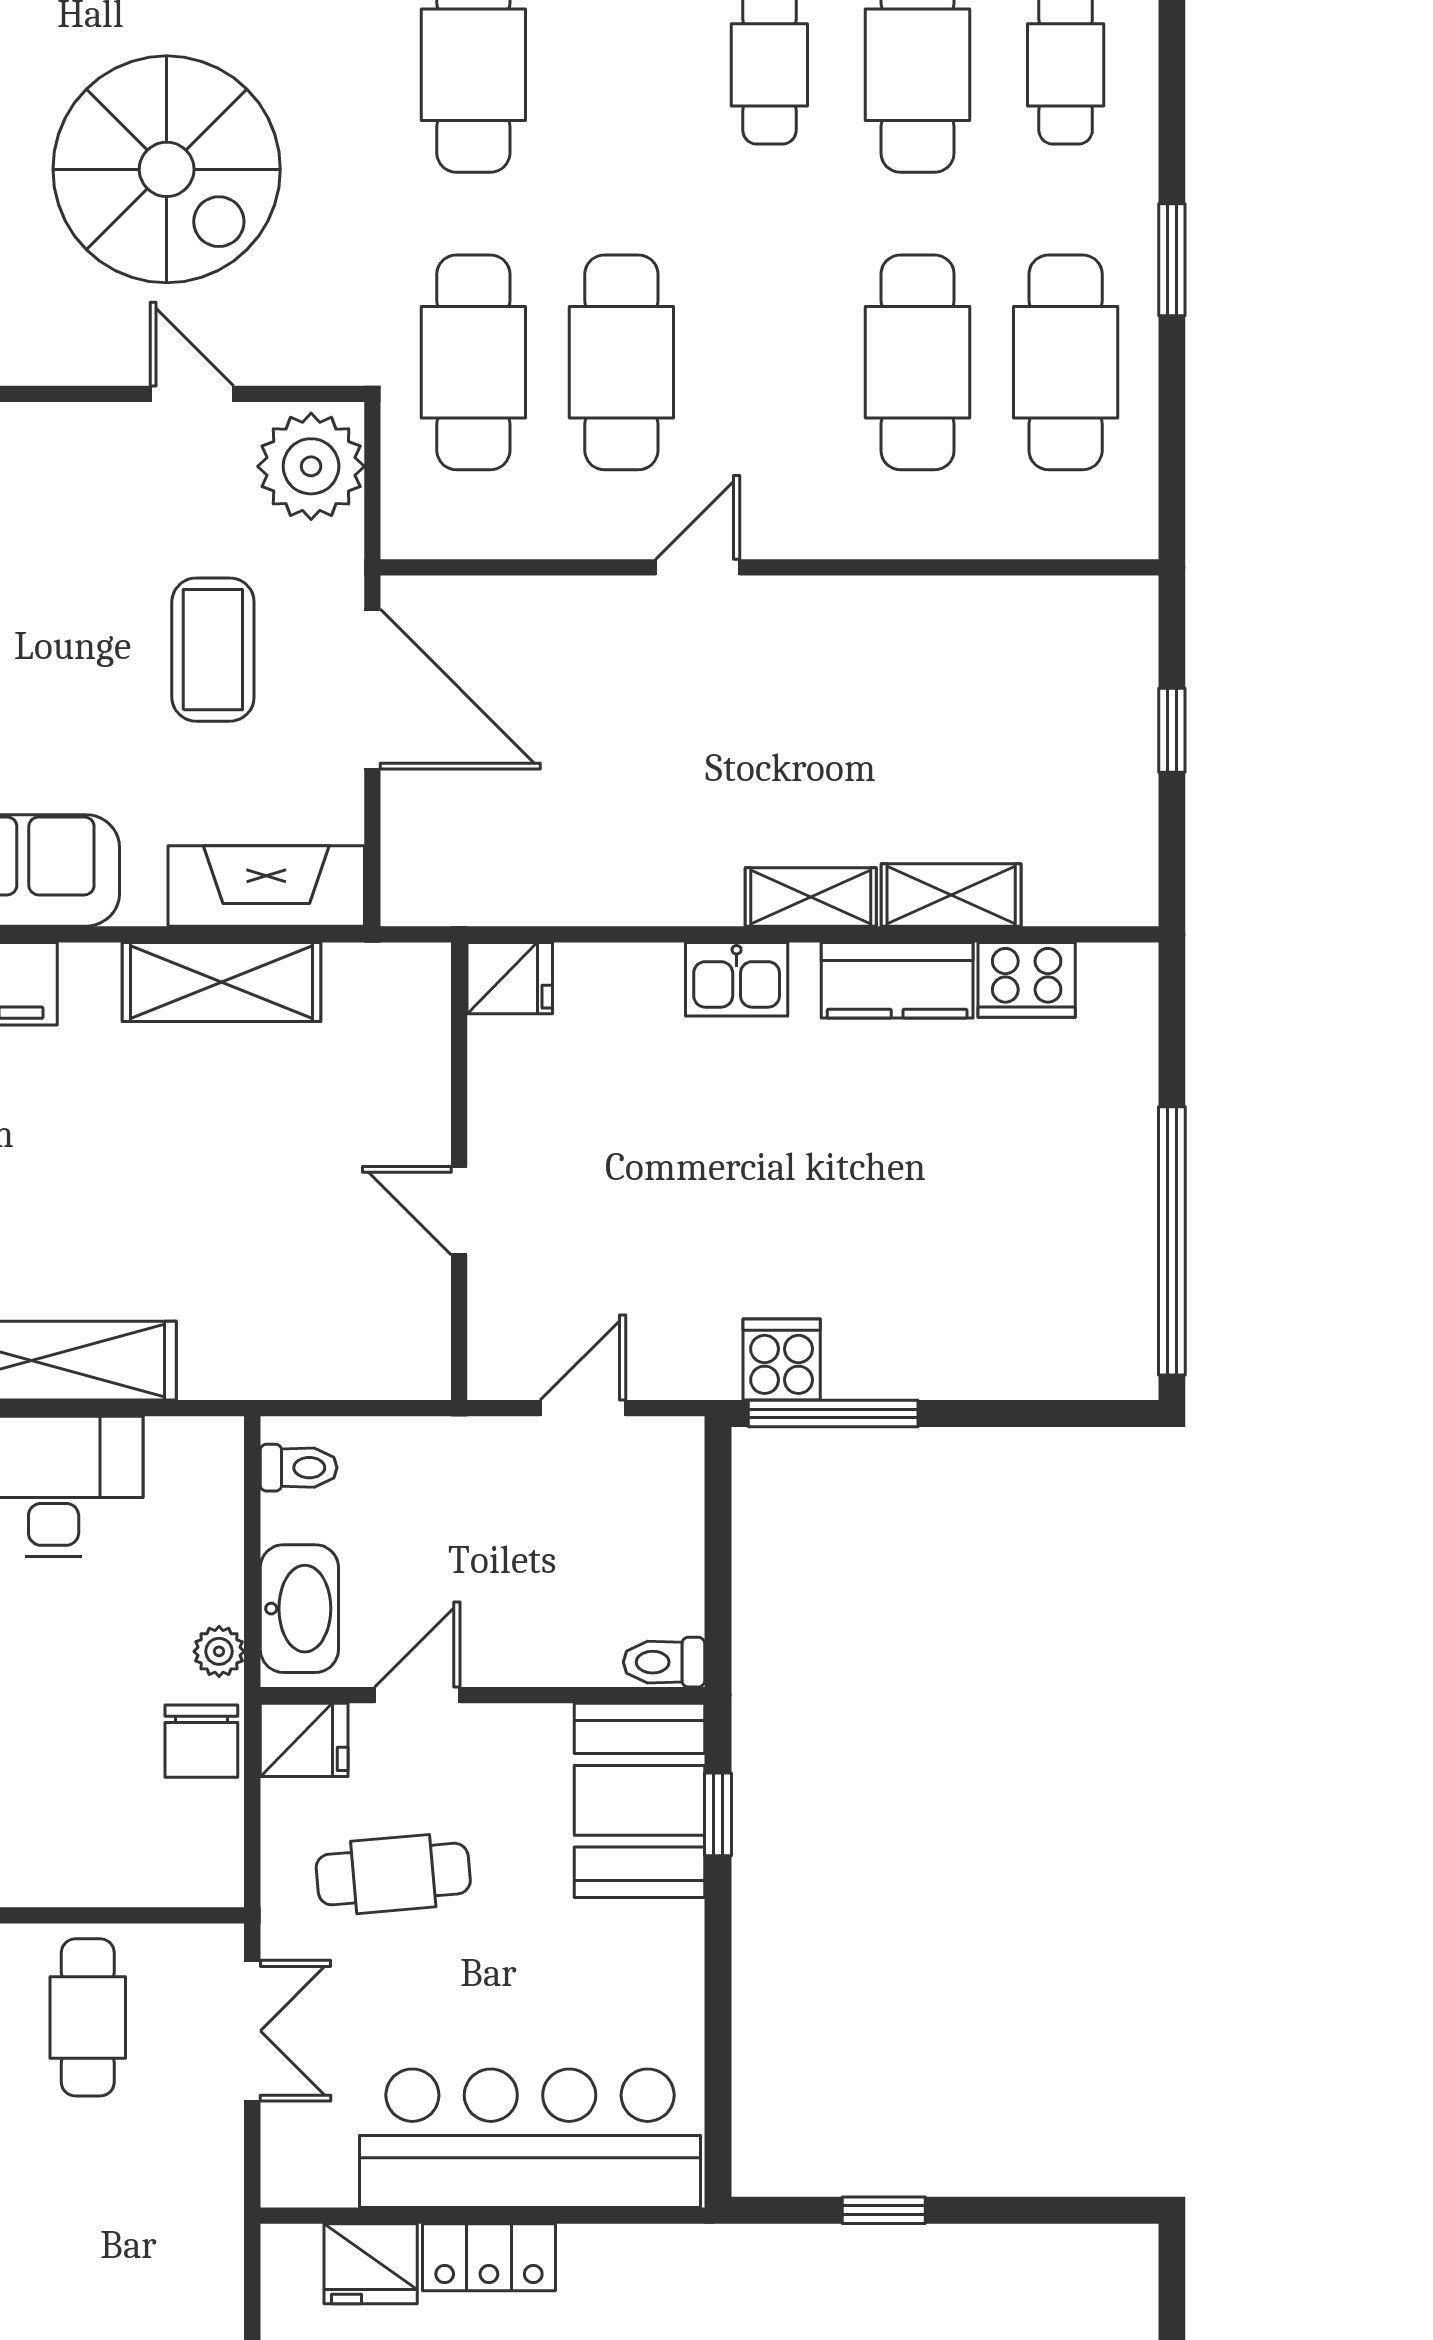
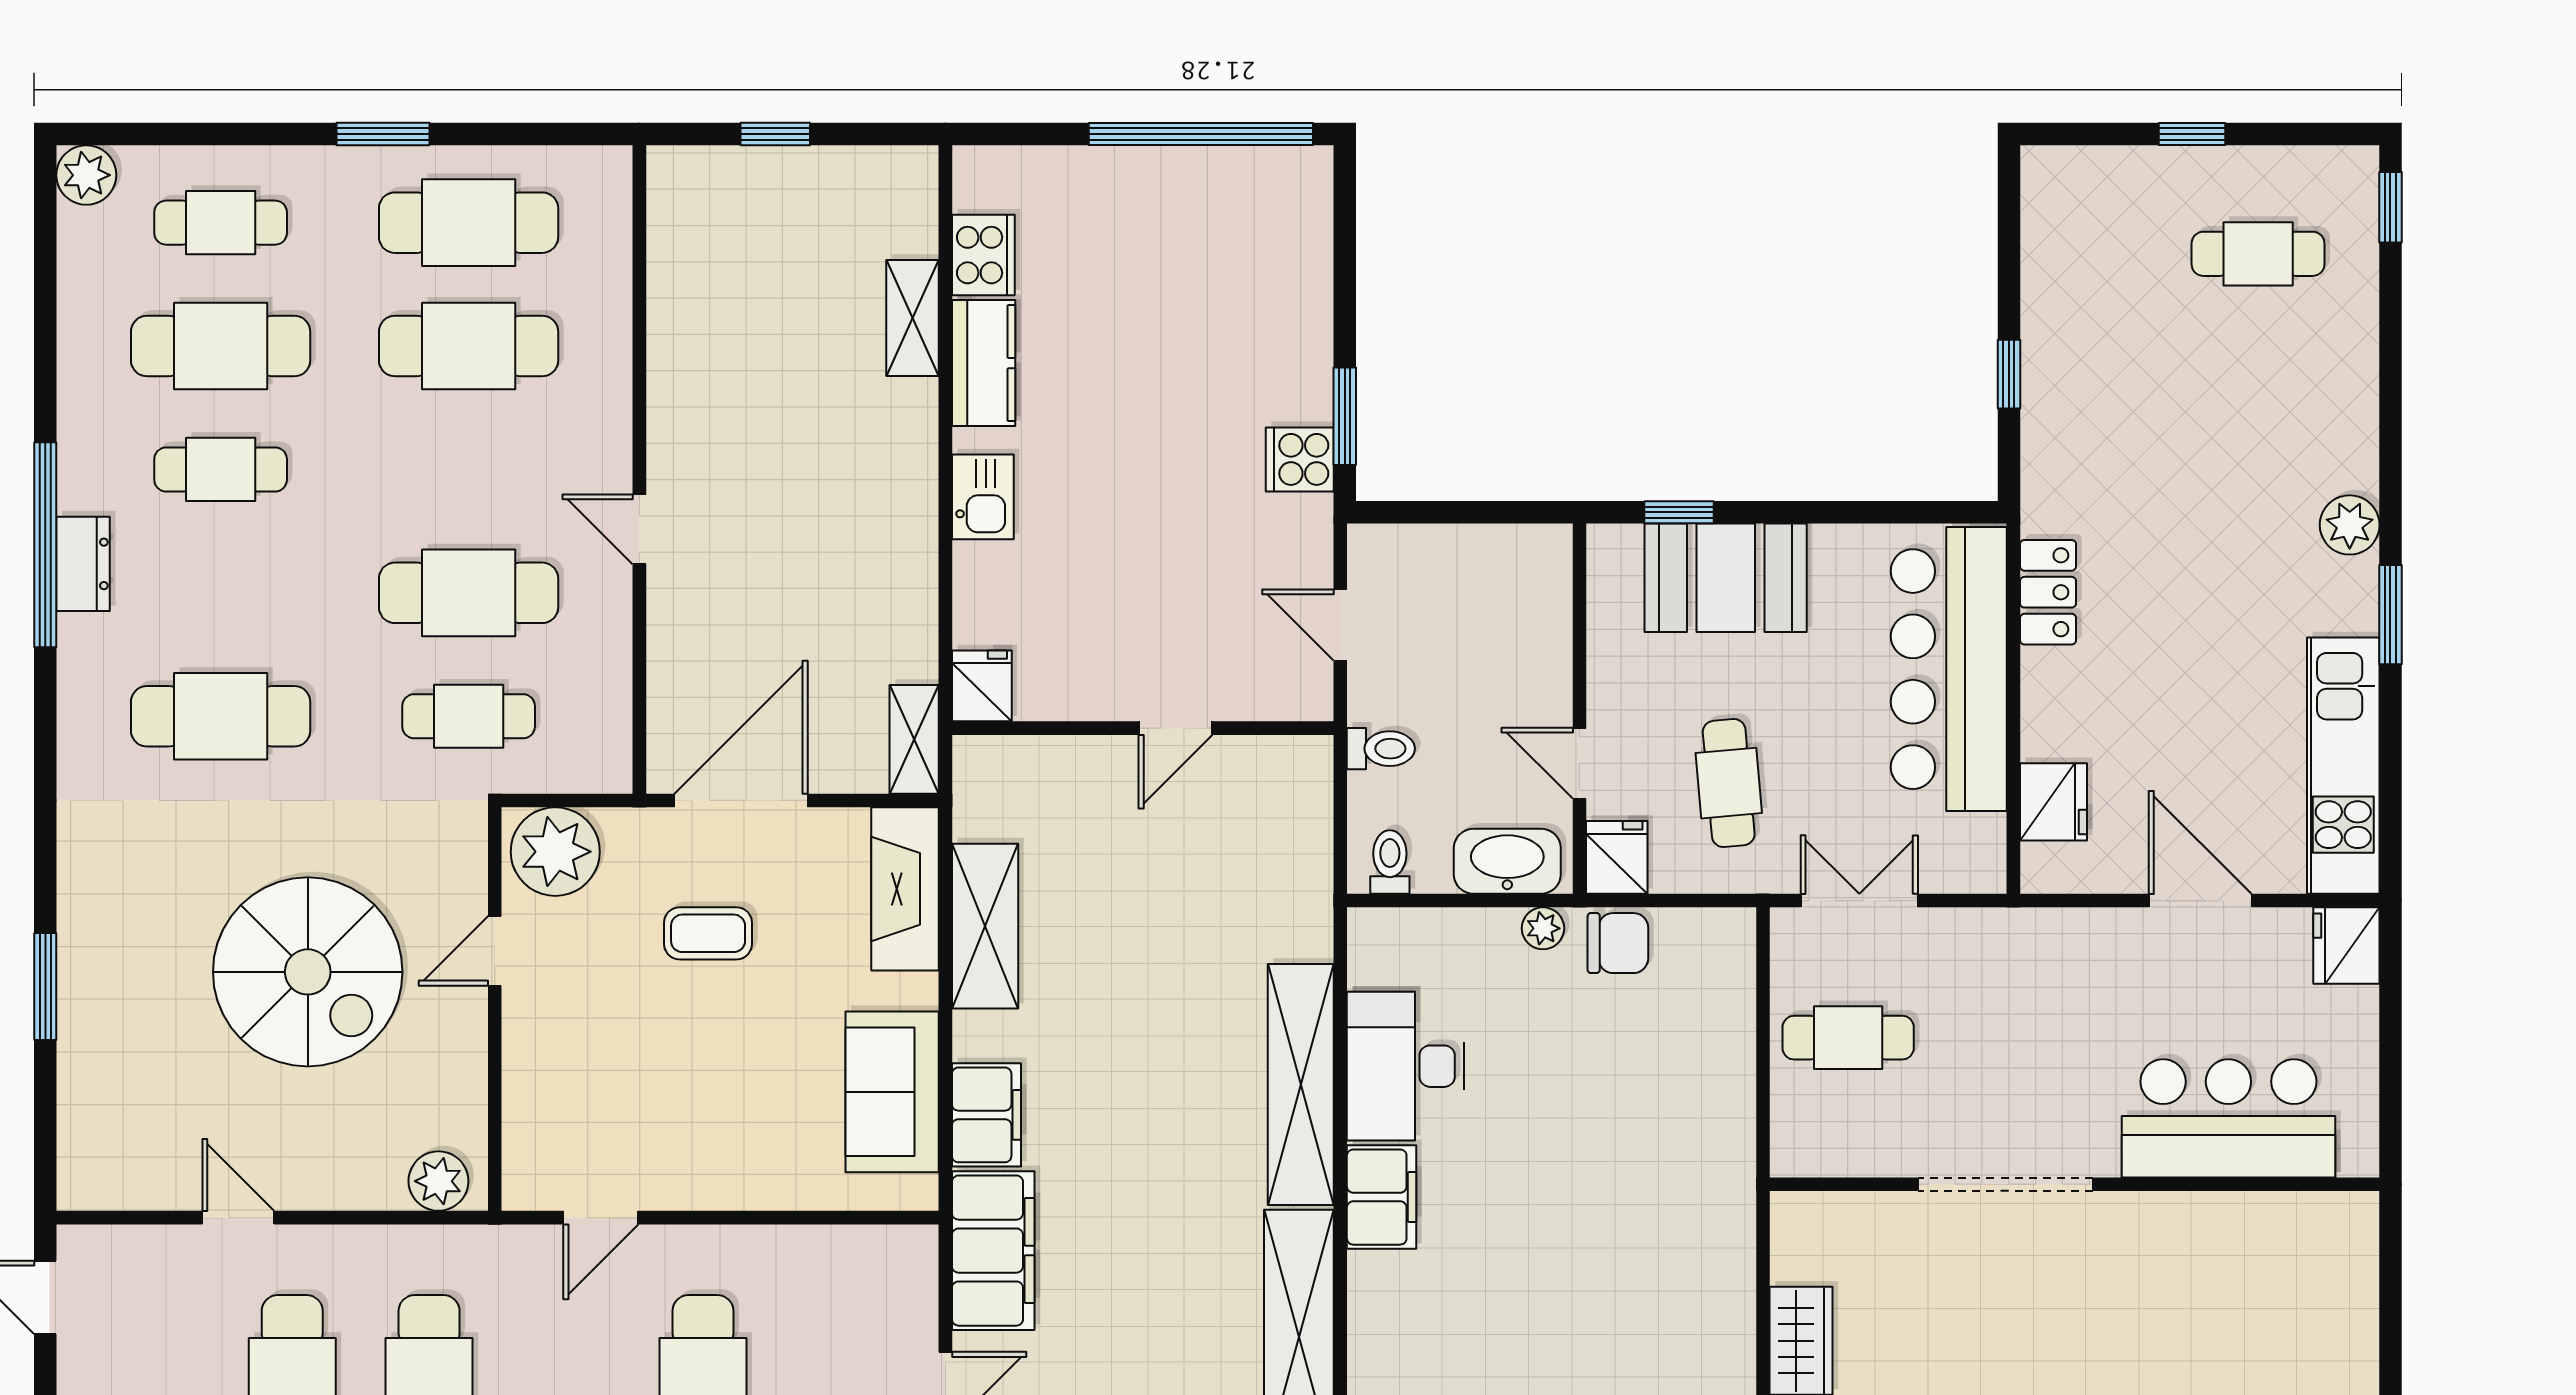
spiral stairs: (167, 169) -> (308, 972), turned 90
cafe table: (473, 362) -> (469, 716), width x0.73, depth x0.74
coffee table: (213, 650) -> (708, 933), width x0.73, depth x0.77
shelving: (811, 897) -> (914, 739), moved
window: (833, 1413) -> (1345, 416), width x0.69
toilet: (664, 1662) -> (1381, 749), moved, turned -90
booth: (640, 1800) -> (1726, 578), moved
locker: (489, 2257) -> (2048, 592), moved

